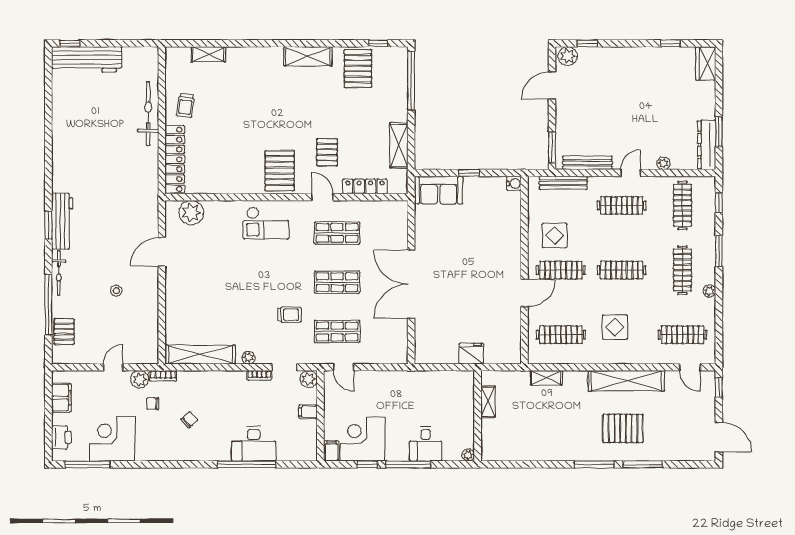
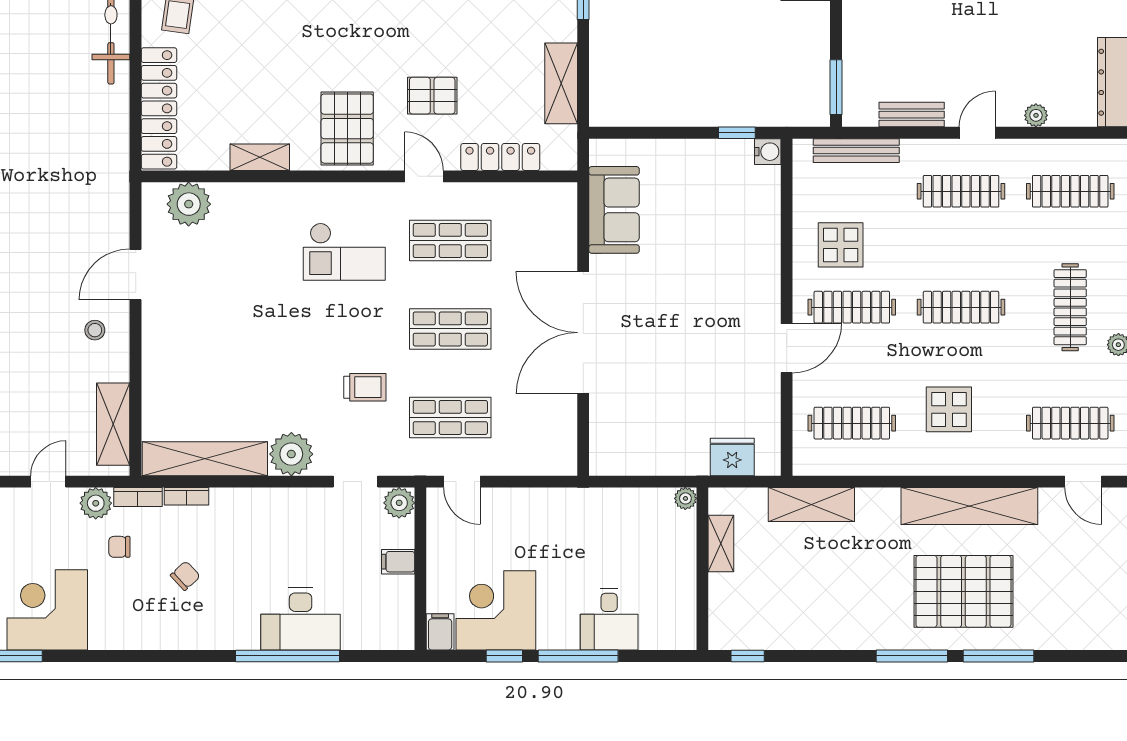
pallet: (327, 152) -> (432, 96), turned 90
bench: (587, 163) -> (912, 115), width x0.73
window: (469, 173) -> (737, 133), moved
shelving: (231, 187) -> (260, 157), added
sofa: (439, 190) -> (614, 210), moved, turned -90
clothes rail: (682, 206) -> (1070, 191), turned 90
checkout: (266, 223) -> (344, 252), moved
stool: (116, 291) -> (95, 330), moved
shelving: (149, 335) -> (113, 424), added
fridge: (471, 354) -> (732, 457), moved
plant: (249, 358) -> (291, 454), width x1.87, depth x1.87
bookcase: (259, 375) -> (186, 496), moved
shelving: (546, 378) -> (811, 505), width x1.50, depth x1.33
pallet: (623, 428) -> (963, 591), width x1.37, depth x1.41
plant: (468, 455) -> (685, 498), moved
window: (503, 464) -> (748, 656), added

